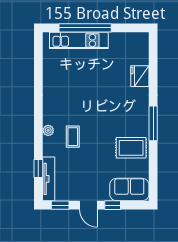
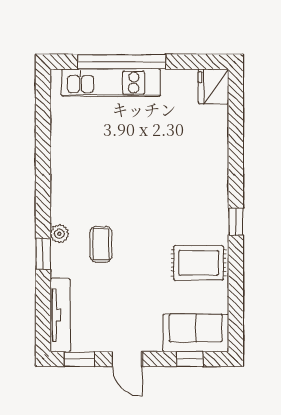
fridge: (140, 76) -> (213, 86), moved
window: (153, 123) -> (236, 222), width x0.46
window: (38, 168) -> (43, 254), moved
window: (113, 205) -> (190, 359), moved

